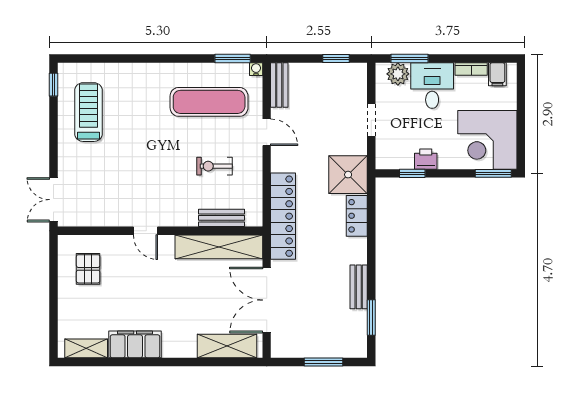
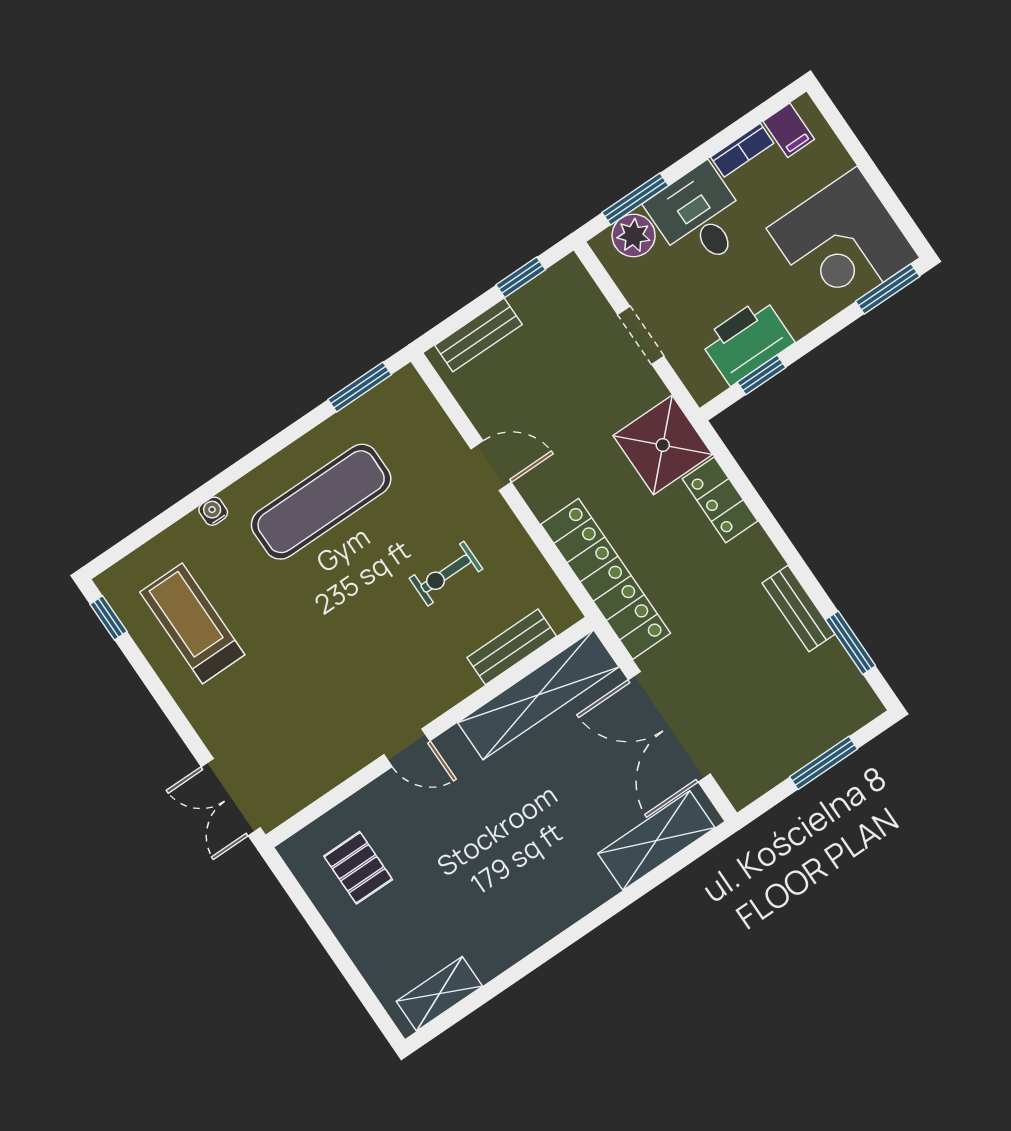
water cooler: (256, 69) -> (213, 511), moved
bench: (279, 85) -> (478, 335), moved, turned 90
exercise mat: (209, 102) -> (321, 502), moved
printer: (426, 159) -> (747, 341), width x1.87, depth x1.48
filing cabinet: (135, 344) -> (511, 936), removed

